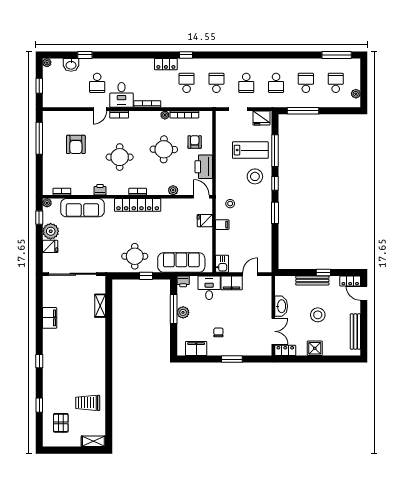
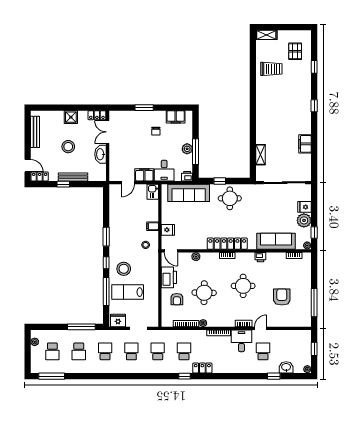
school desk: (187, 83) -> (184, 351), turned 180
school desk: (216, 83) -> (158, 351), turned 180

